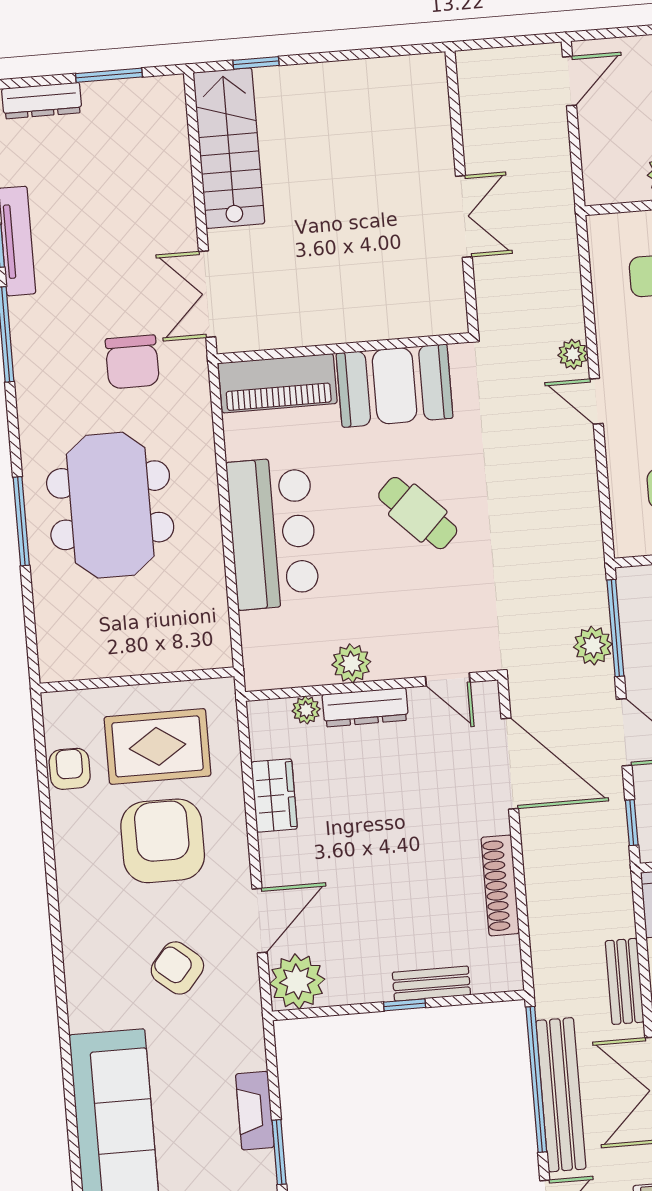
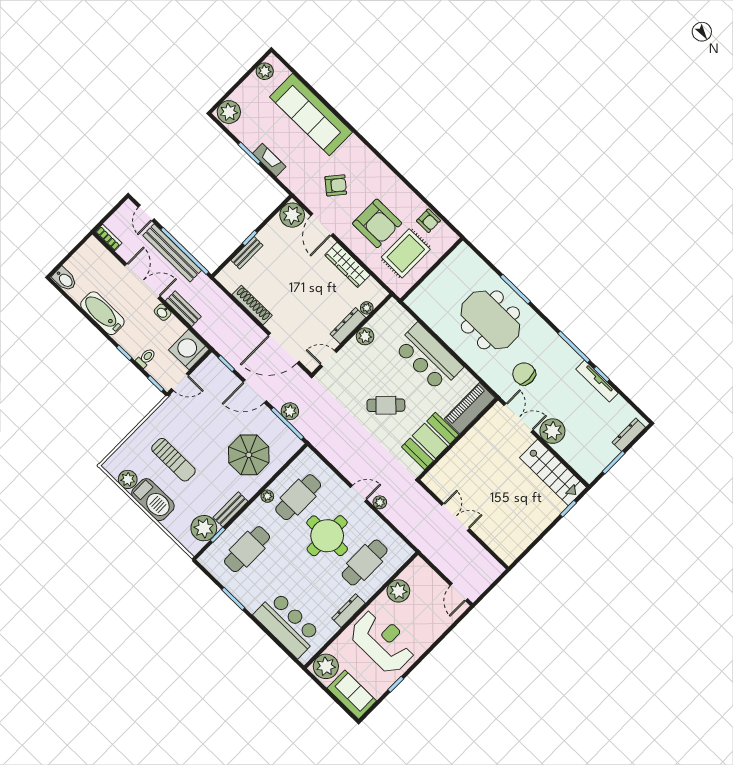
double door: (464, 216) -> (455, 517), swing flipped
plant: (168, 221) -> (552, 431), added
wardrobe: (274, 795) -> (347, 265), width x1.50

